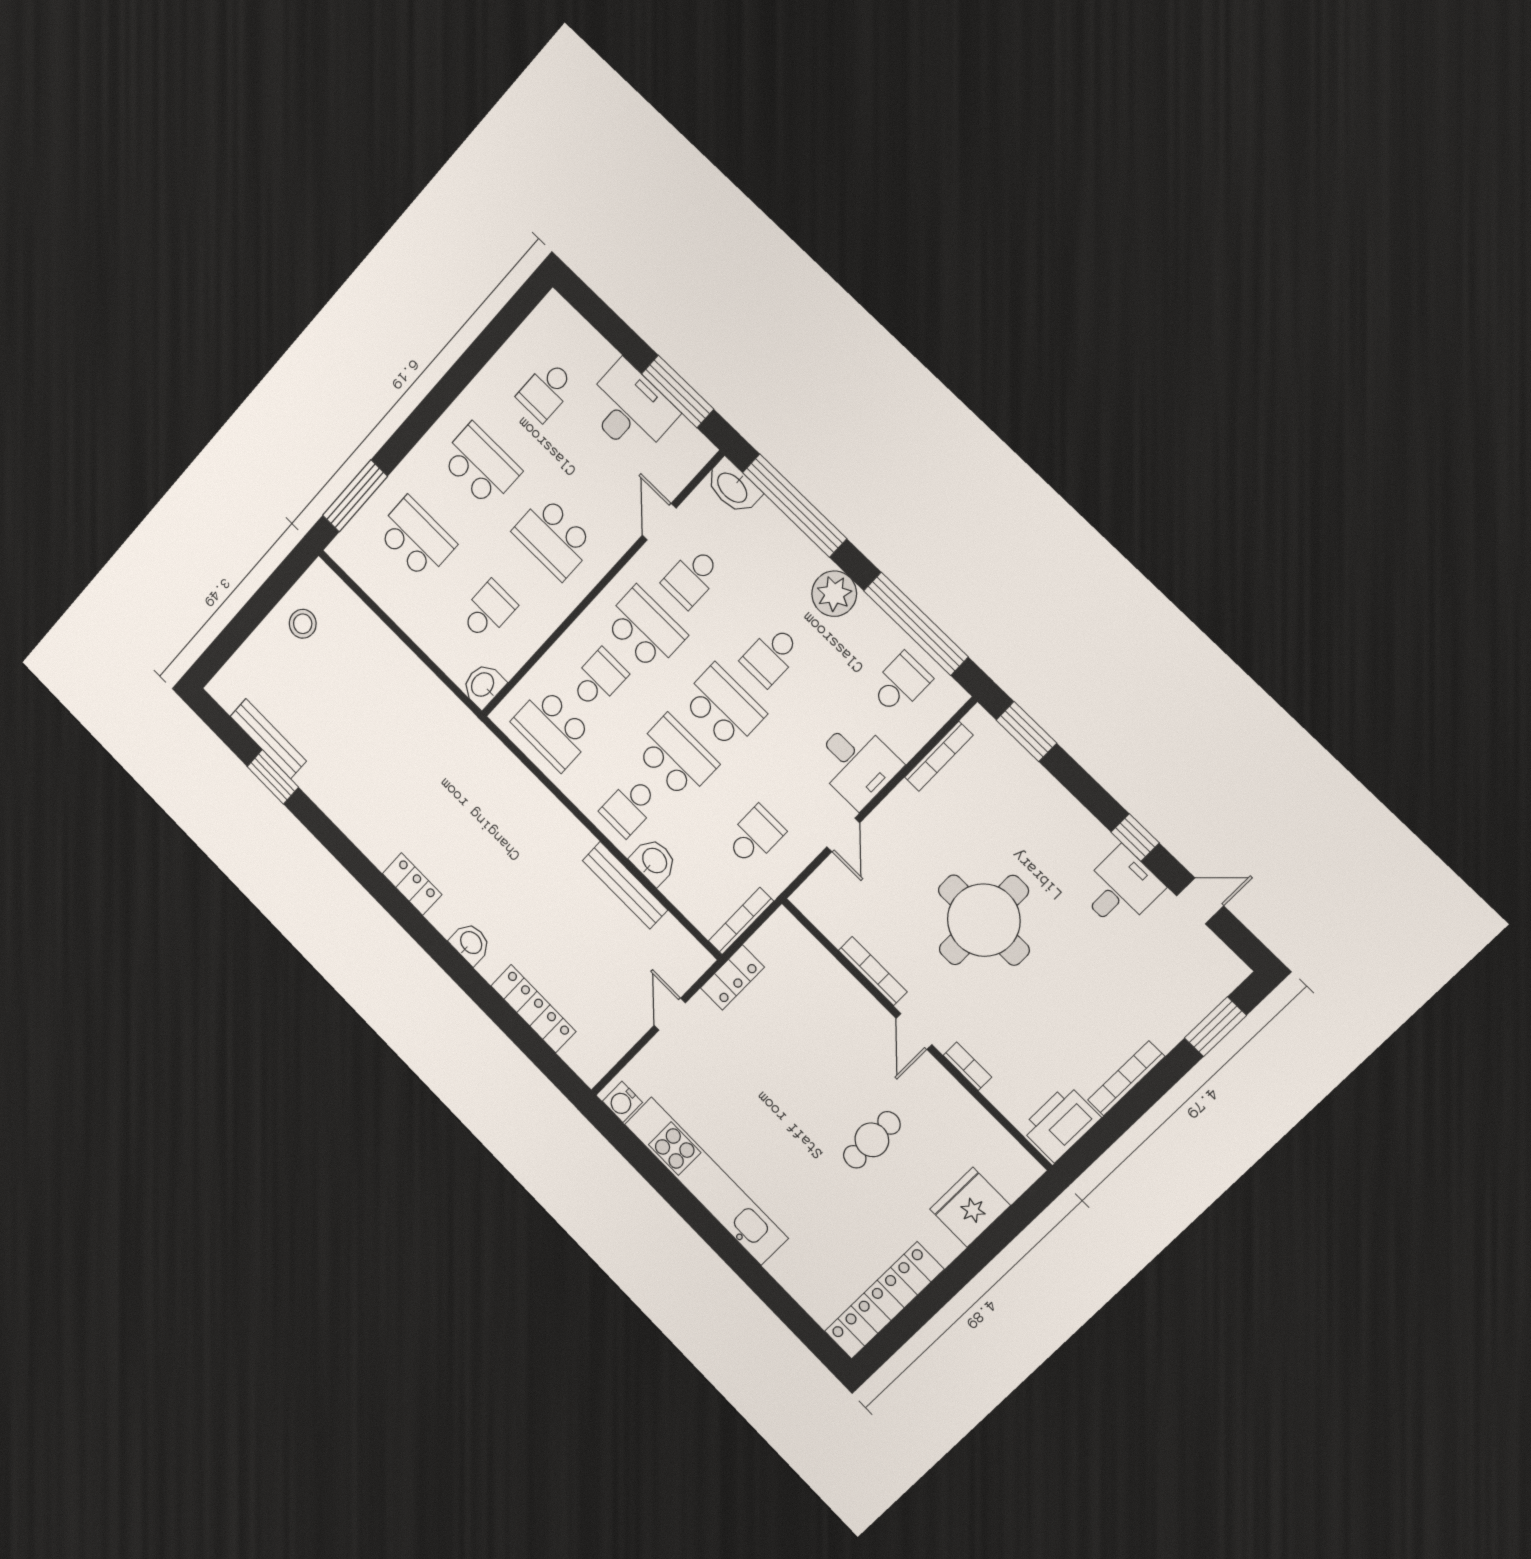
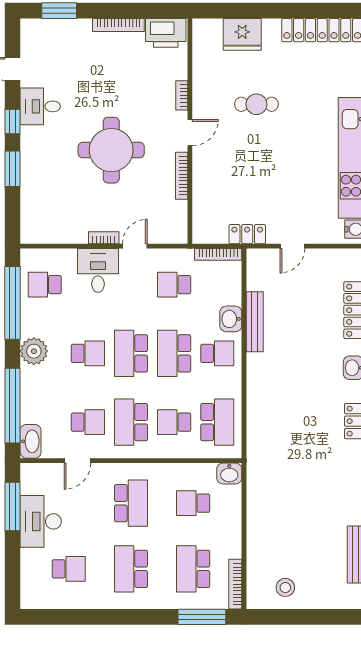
bookcase: (356, 570) -> (235, 584), added
window: (1026, 732) -> (13, 169), moved
bookcase: (939, 756) -> (104, 238), moved, width x0.64

